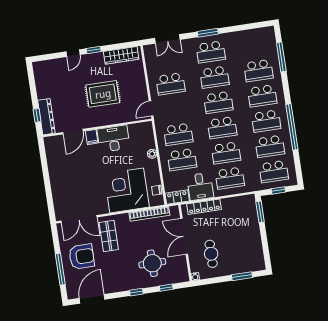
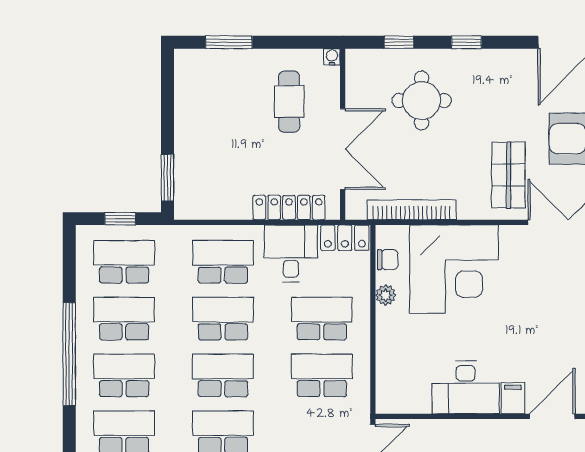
plant: (152, 154) -> (386, 295), moved

